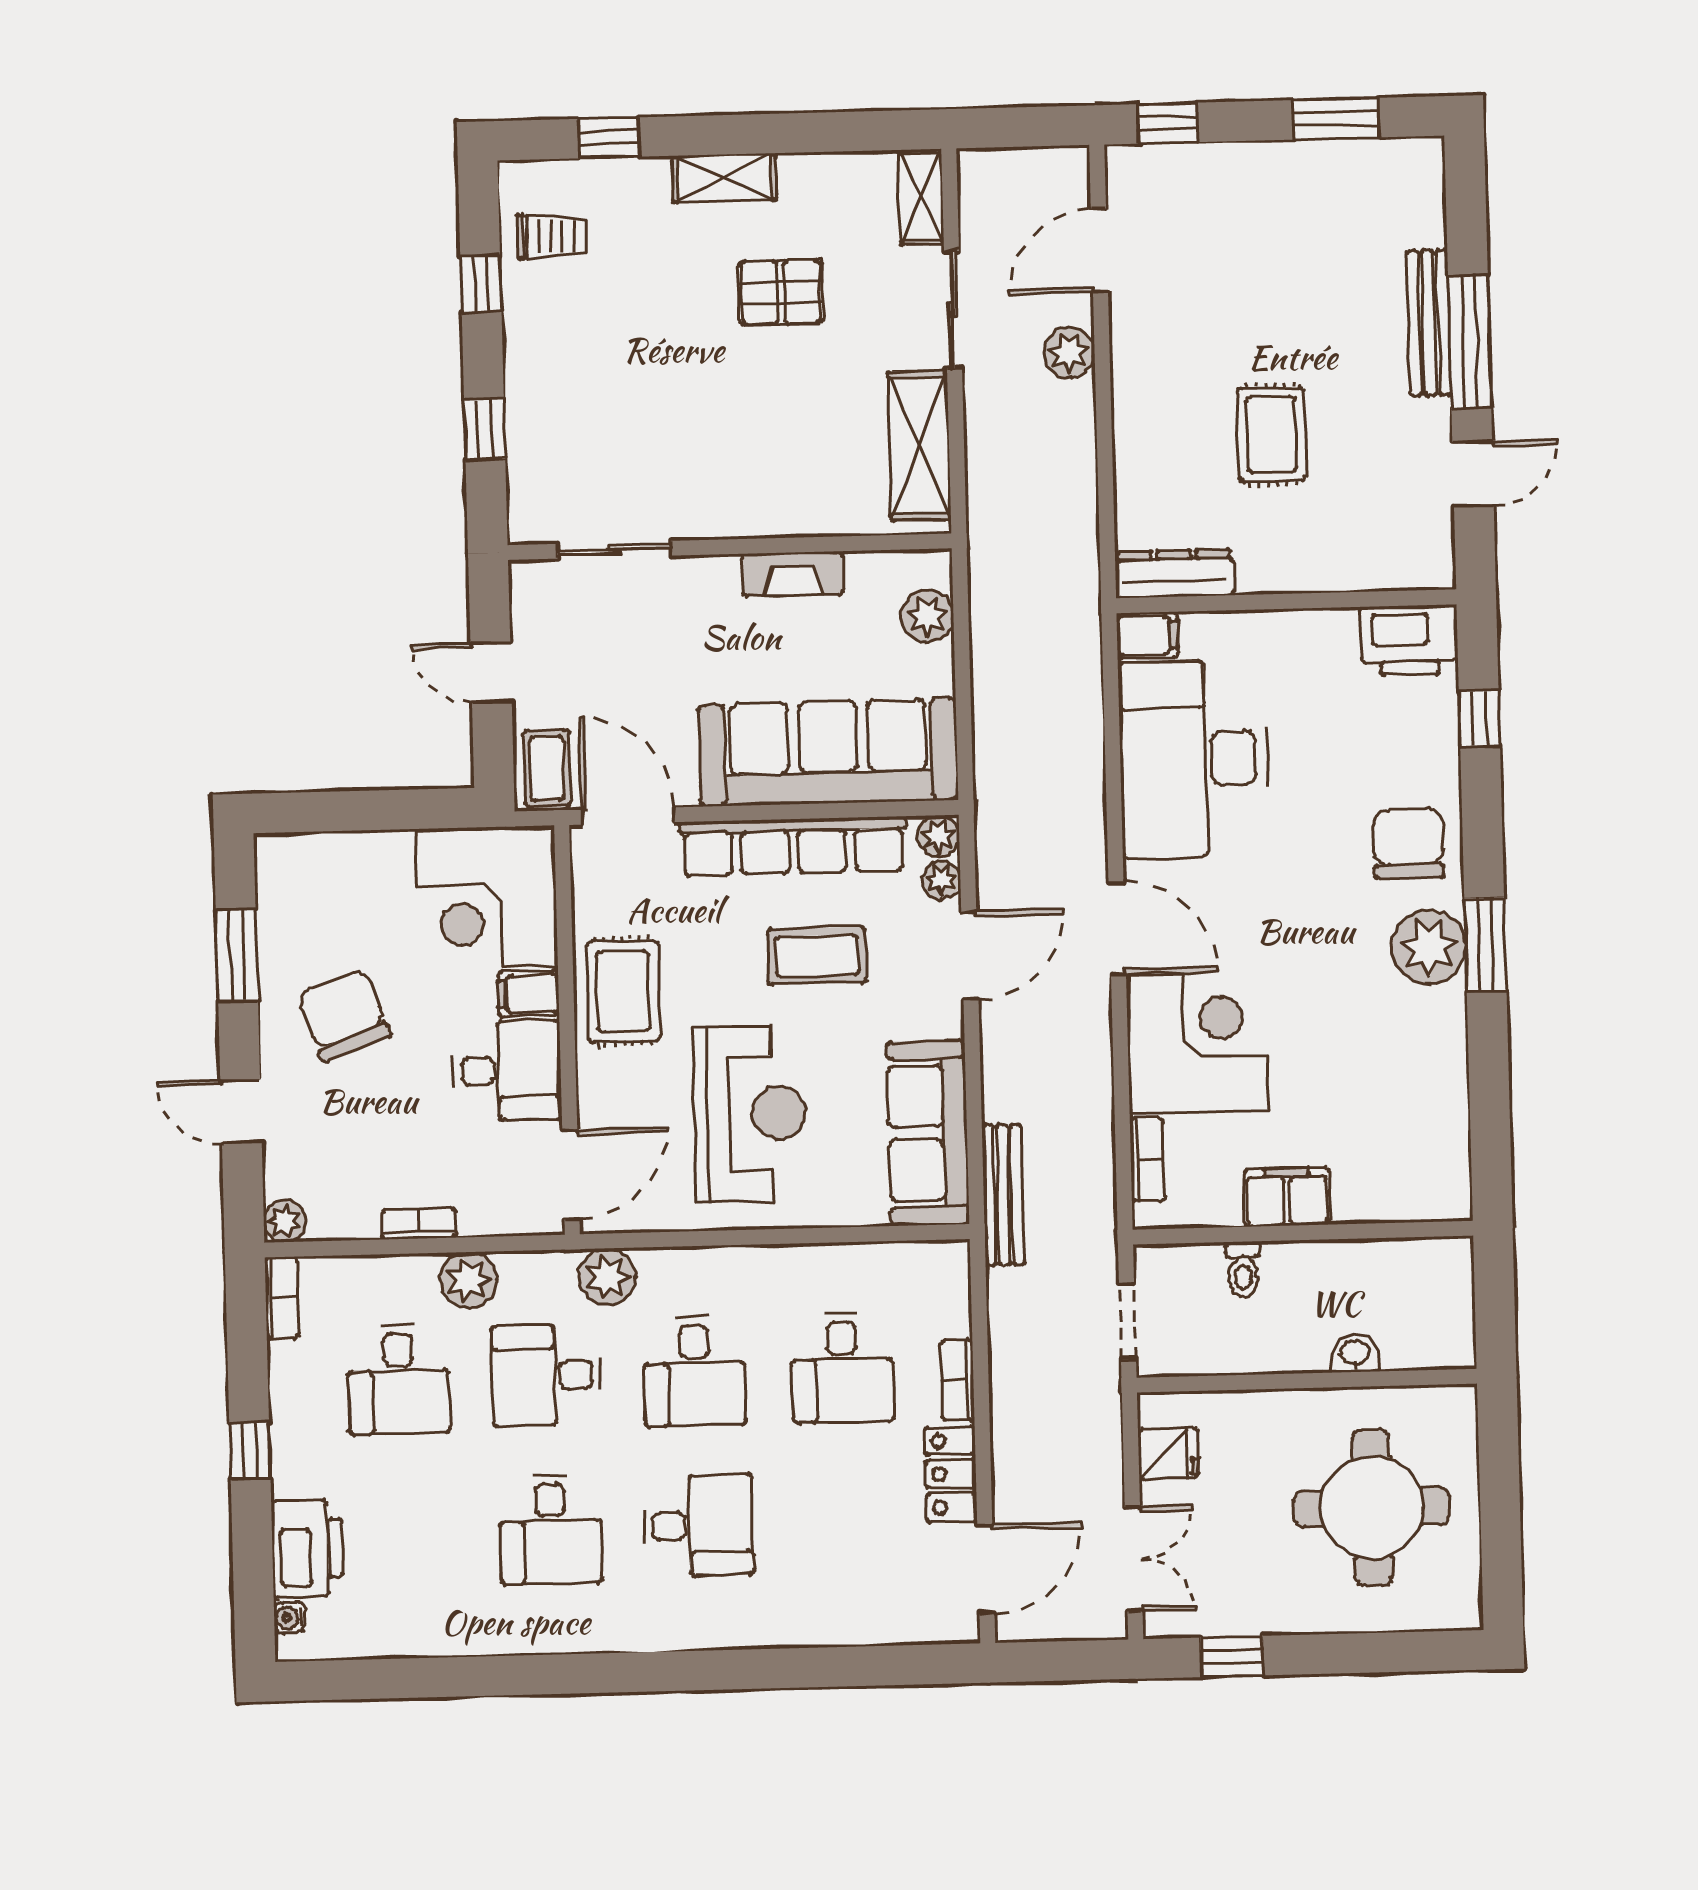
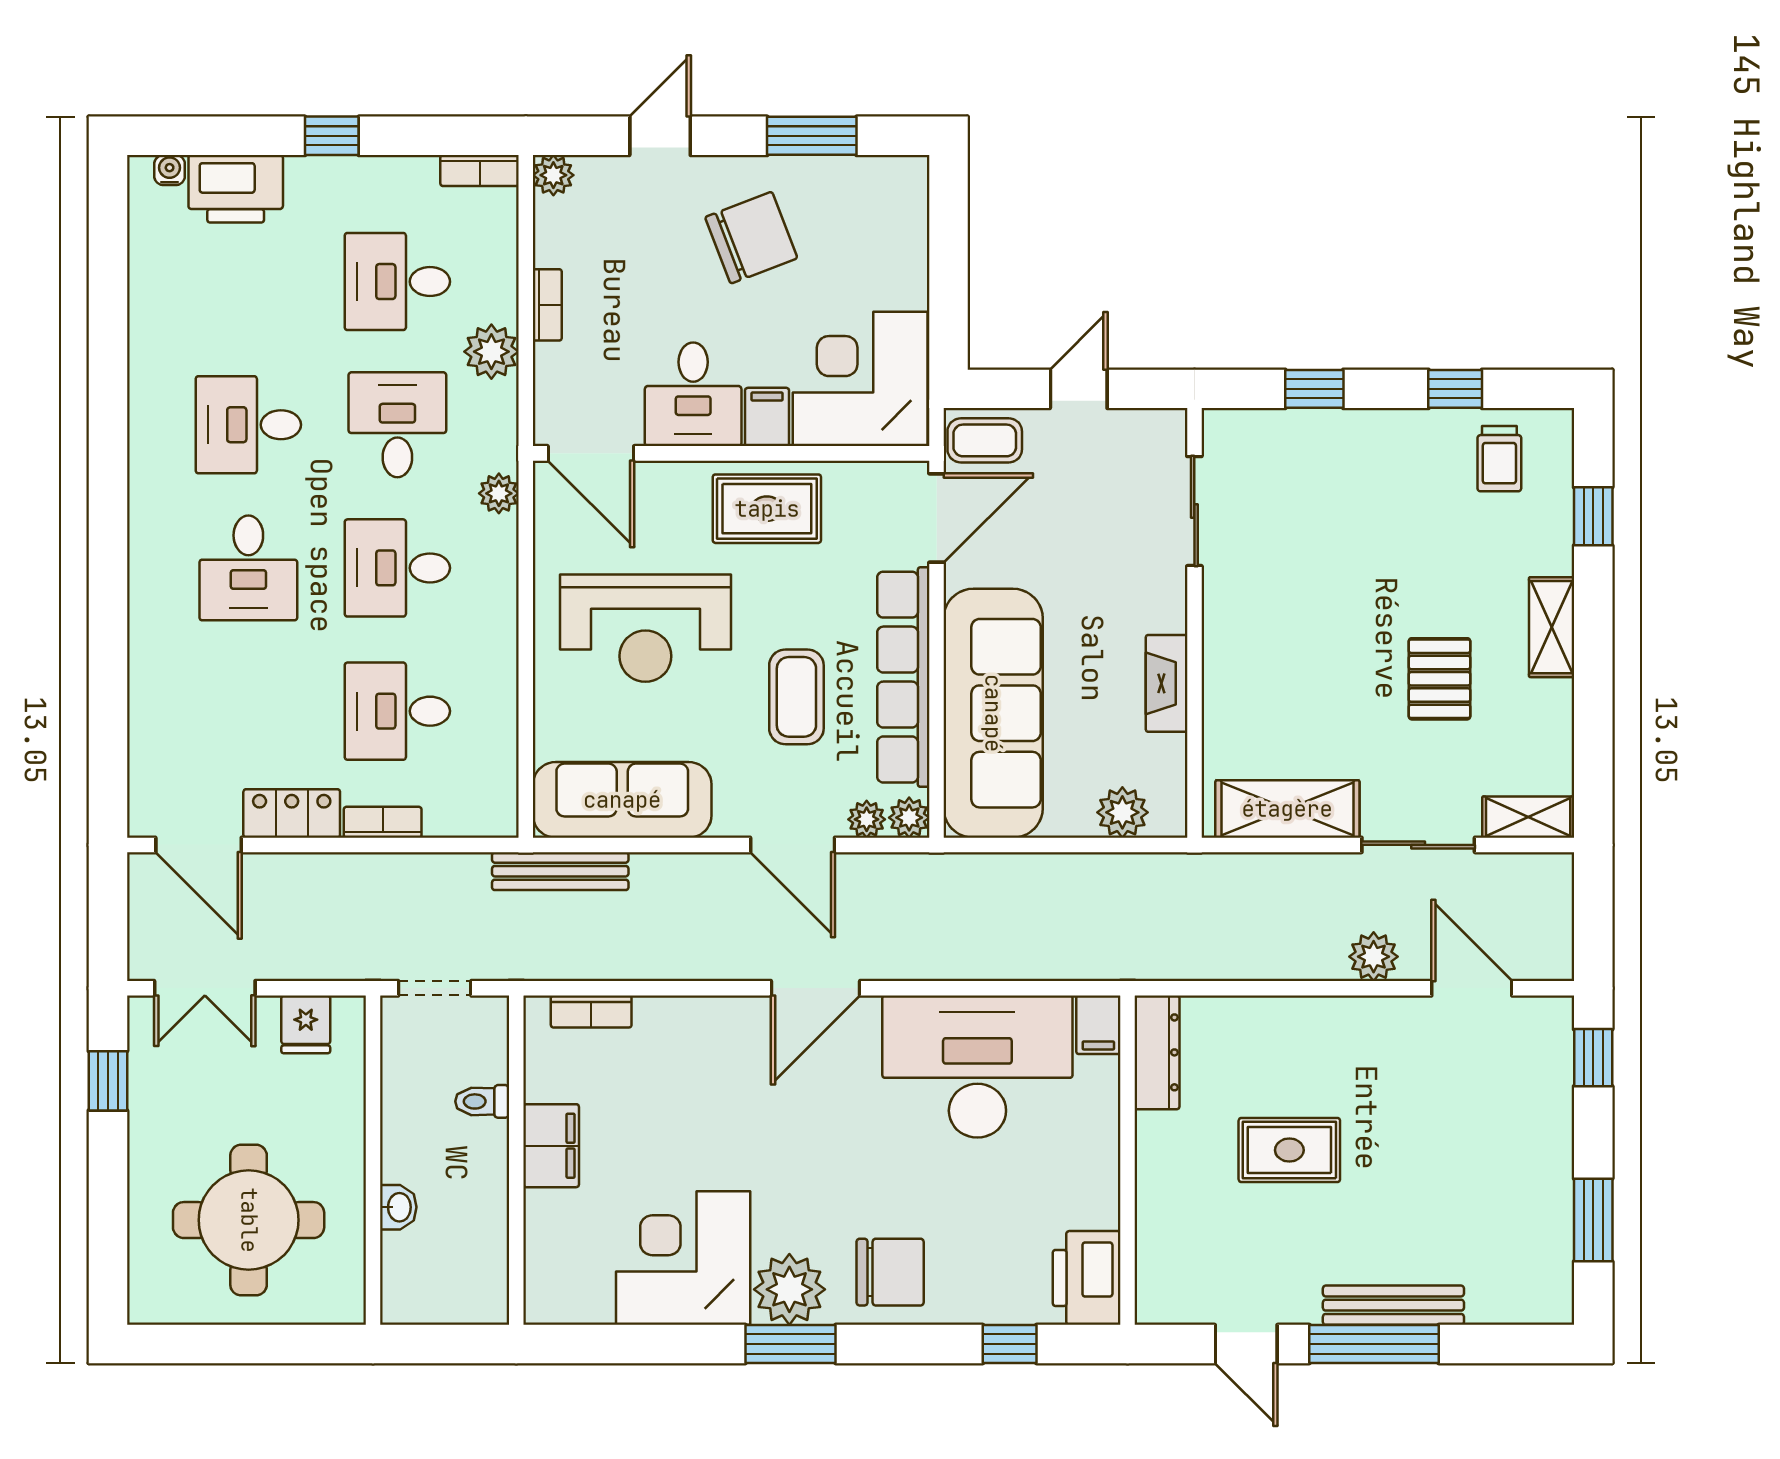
corner desk: (1197, 1043) -> (683, 1258), moved, turned 180
plant: (607, 1277) -> (499, 493), width x0.73, depth x0.73

